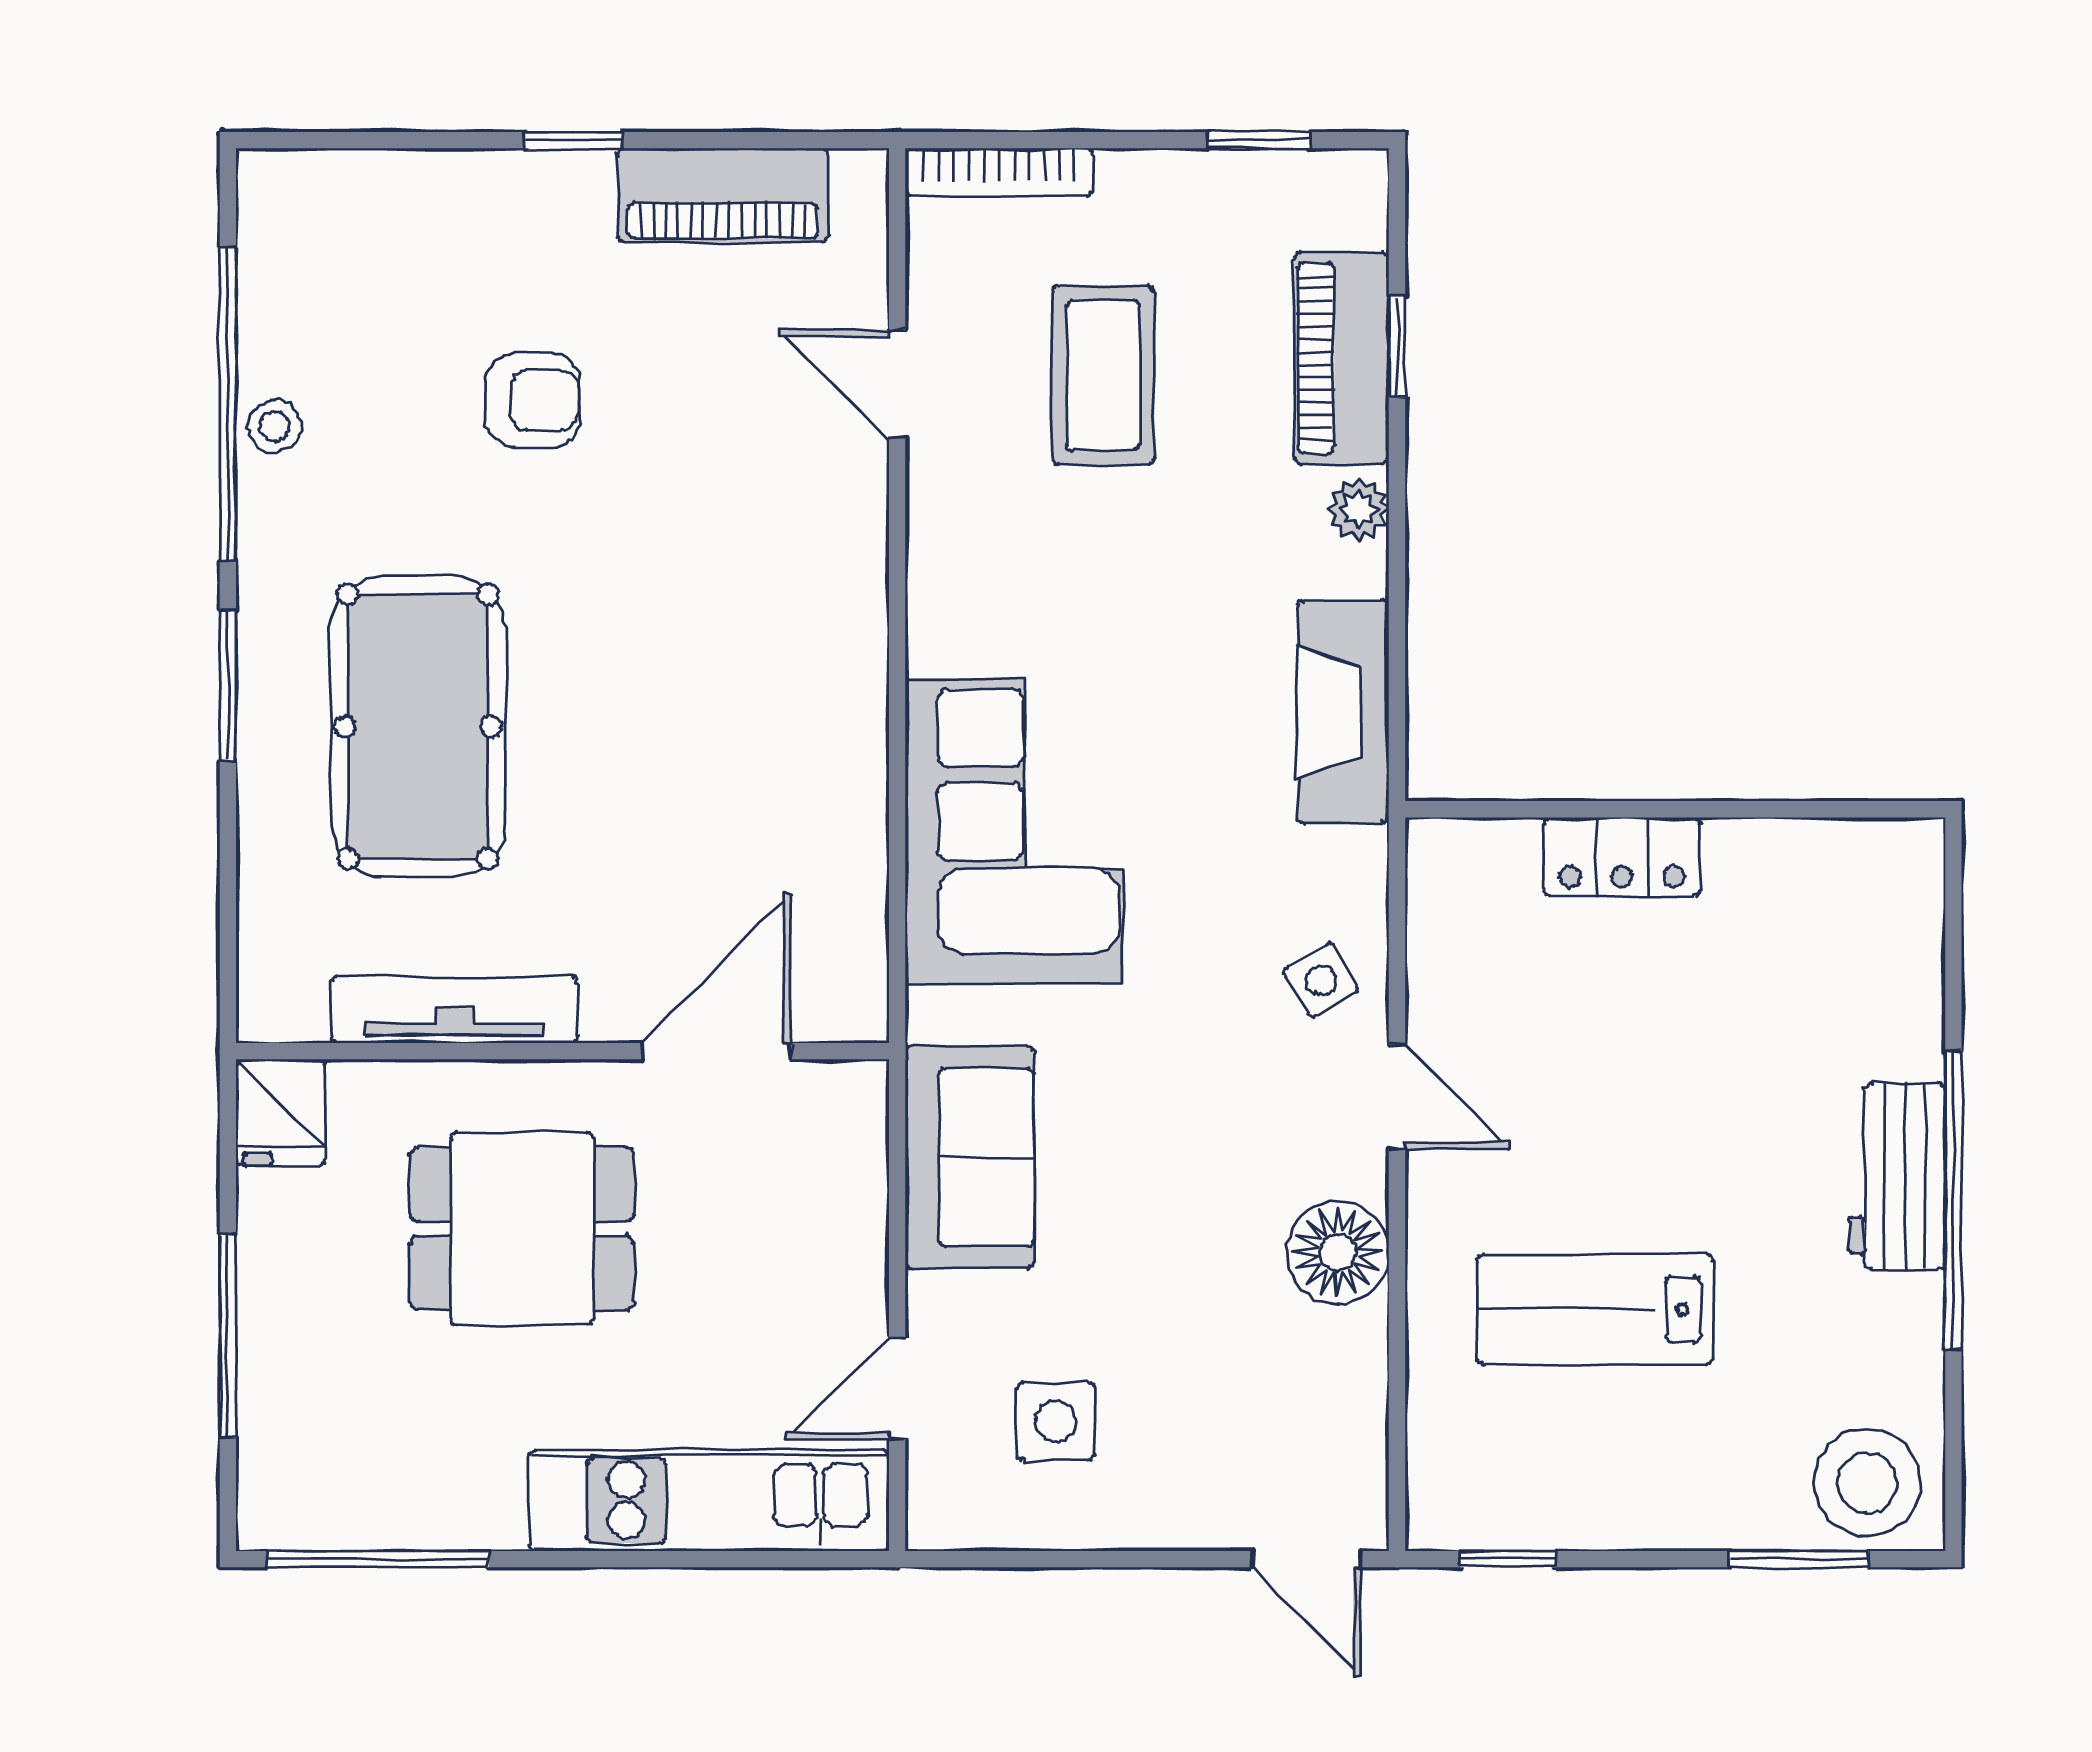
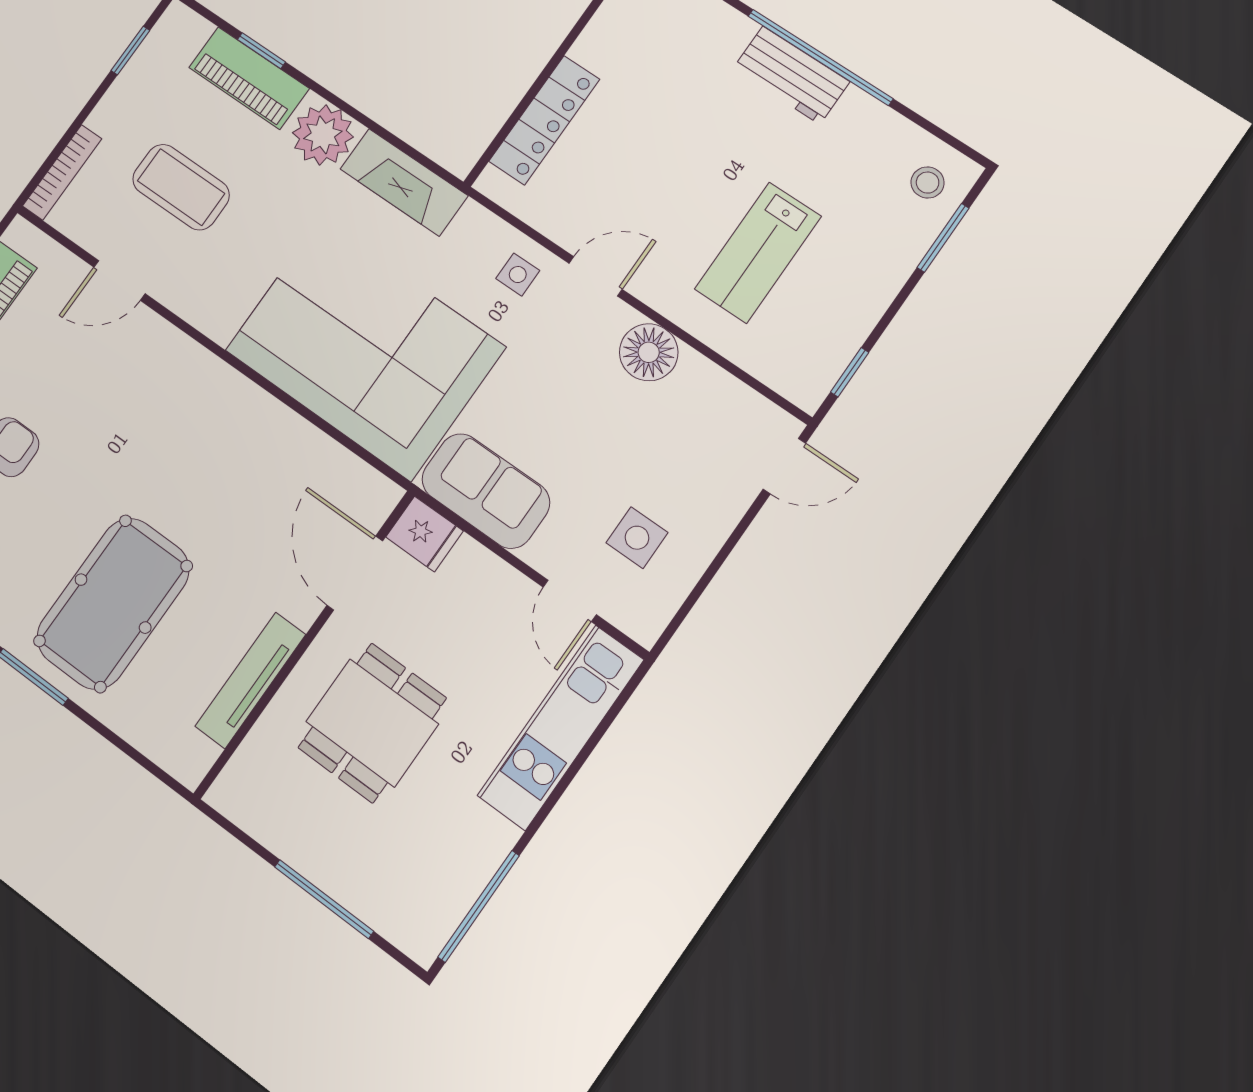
plant: (1358, 509) -> (323, 135), width x1.88, depth x1.88
pool table: (418, 727) -> (113, 604), turned 90
corner sofa: (1014, 831) -> (365, 349), width x1.36, depth x1.36
locker: (1622, 857) -> (544, 120), width x1.53
side table: (1321, 981) -> (518, 275), turned 30
fridge: (281, 1113) -> (424, 534), moved
stool: (1867, 1482) -> (928, 183), width x0.53, depth x0.53

